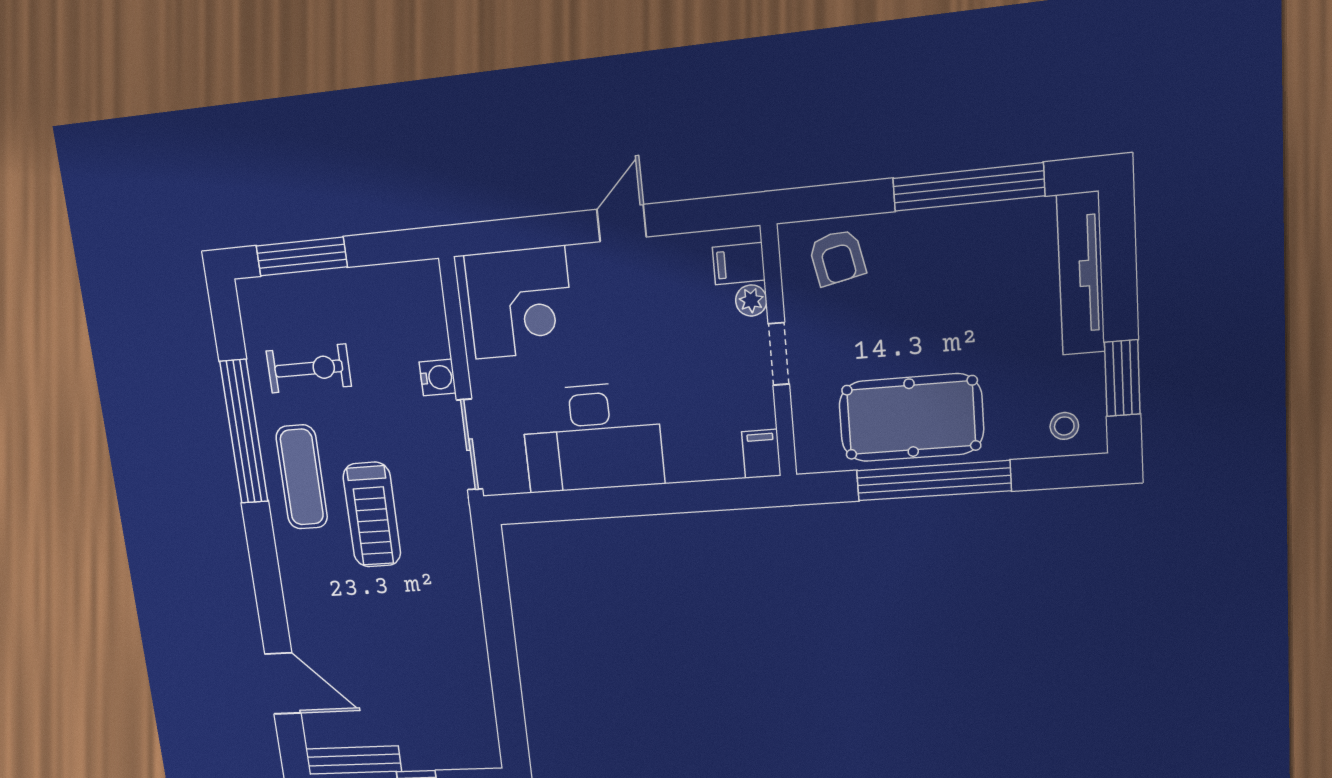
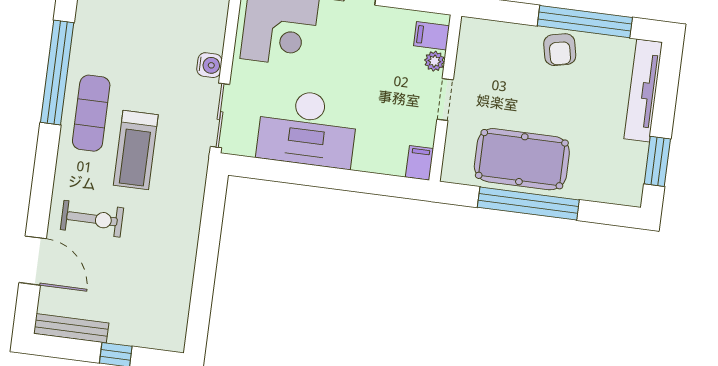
armchair: (837, 257) -> (560, 50), moved
exercise bike: (309, 369) -> (92, 219), moved
stool: (1064, 426) -> (617, 185), removed

